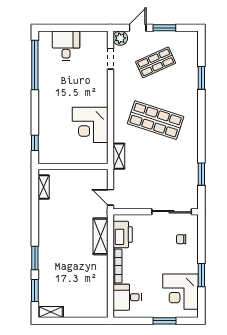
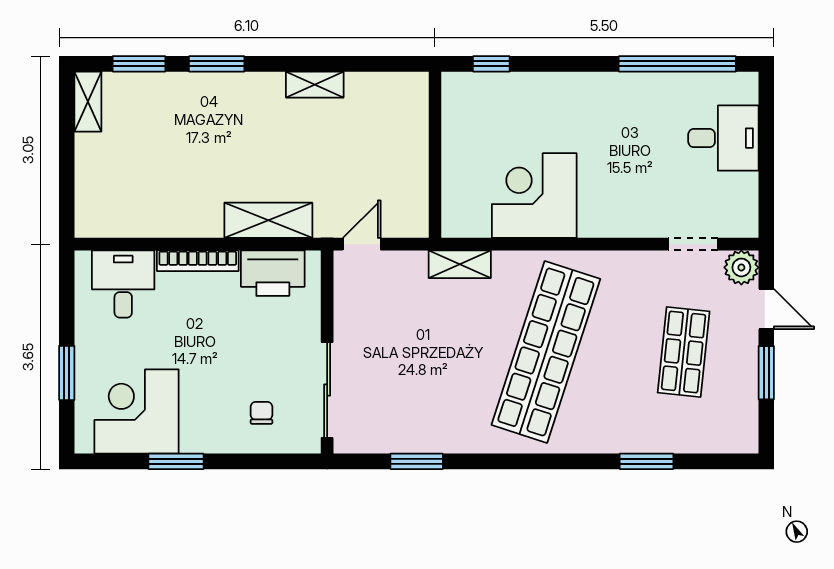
shop shelf: (156, 62) -> (684, 352), turned 30
shop shelf: (156, 120) -> (546, 352), width x1.40
shelving: (44, 187) -> (315, 85), moved

